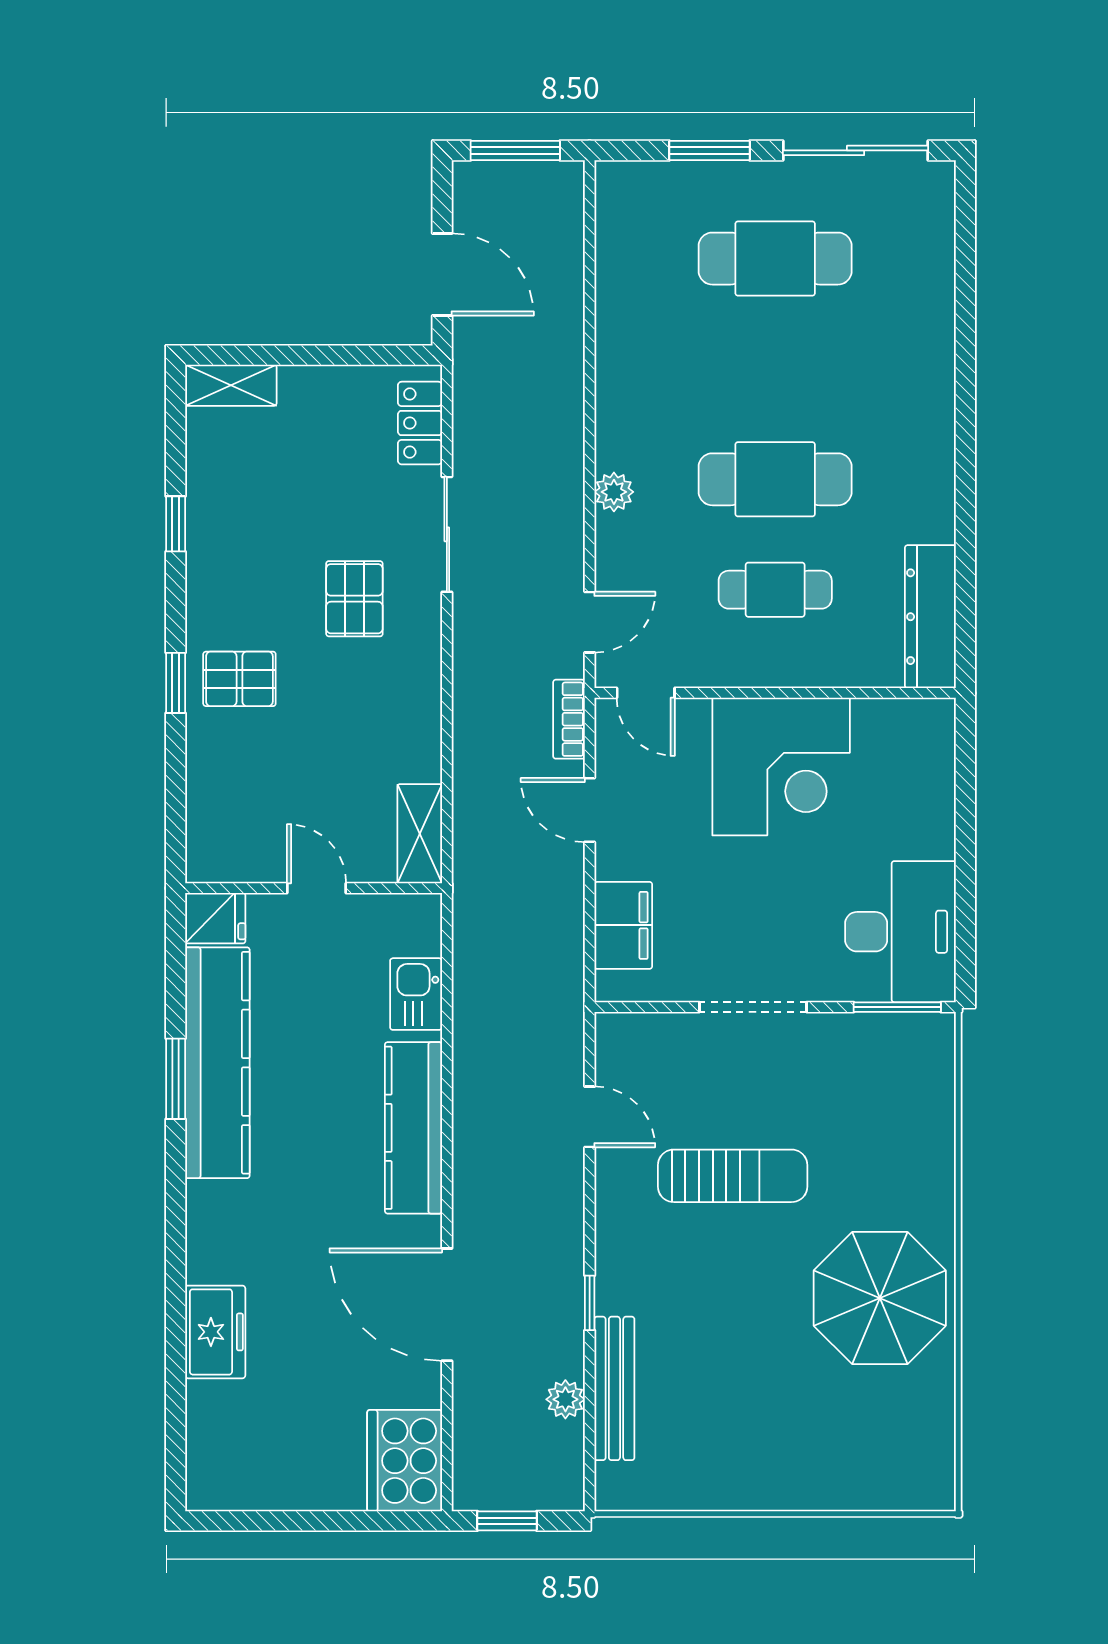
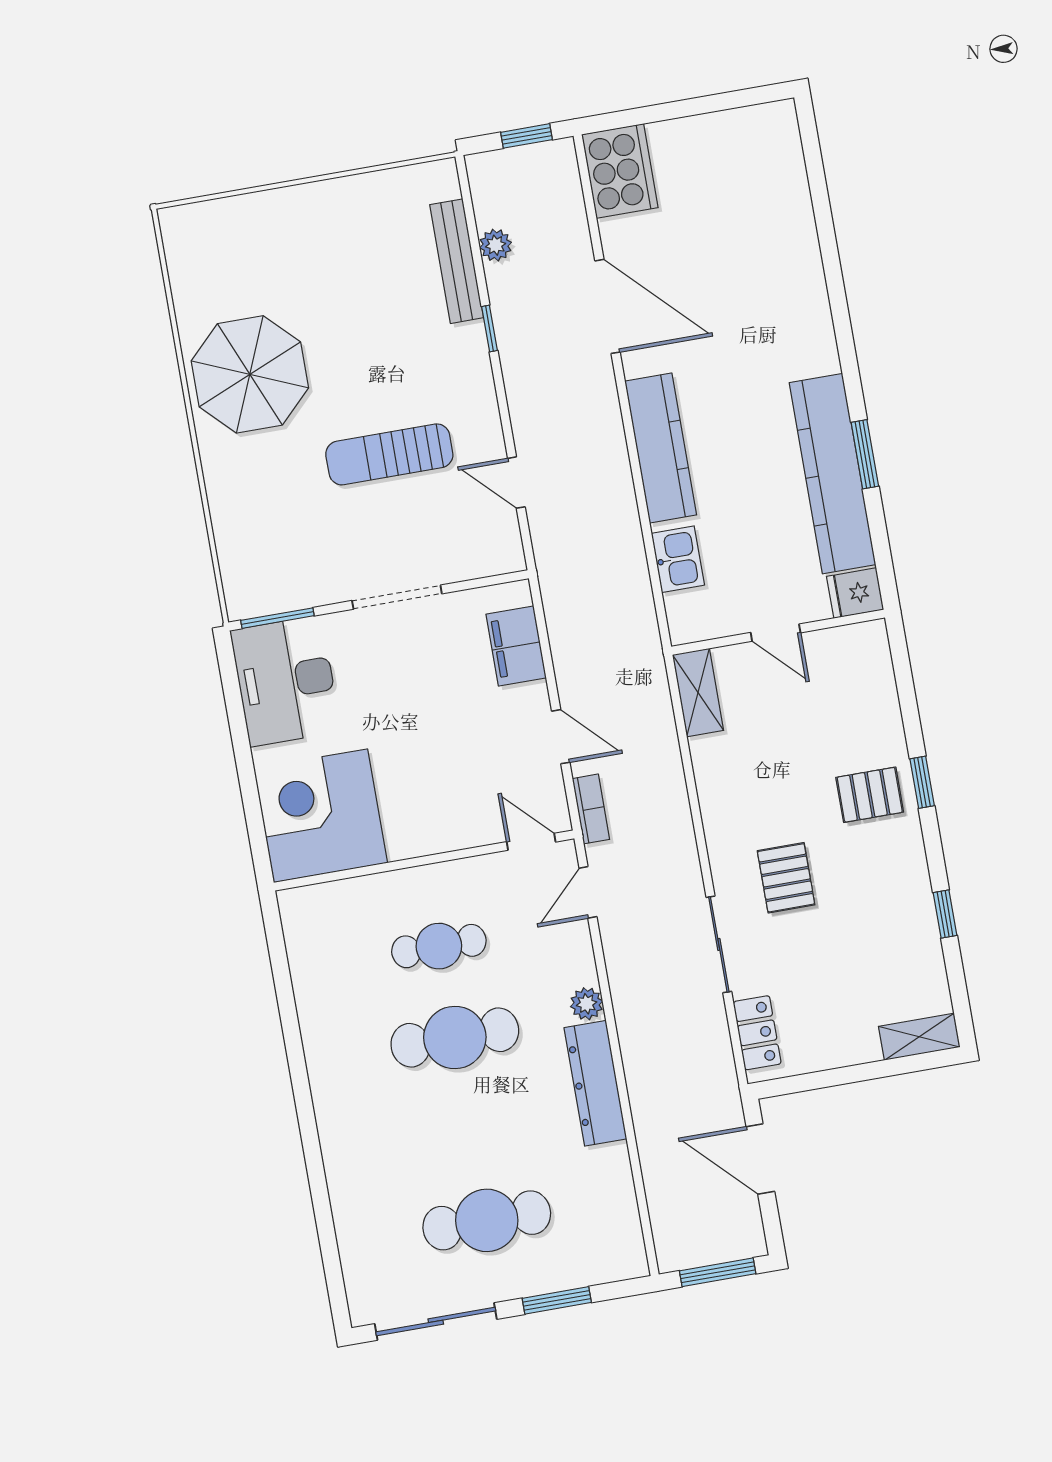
dresser: (930, 617) -> (595, 1083), moved, turned 180
corner desk: (781, 767) -> (321, 816), moved
freezer: (215, 1332) -> (795, 250), removed

